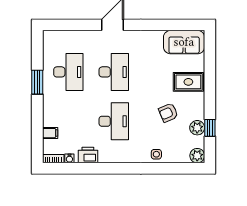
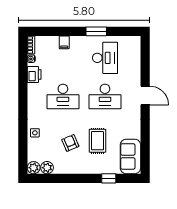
desk: (68, 72) -> (105, 58), turned -90
rug: (188, 82) -> (97, 141), moved
plant: (197, 128) -> (47, 168), moved
window: (210, 128) -> (109, 178), moved
filing cabinet: (50, 133) -> (64, 42), moved

